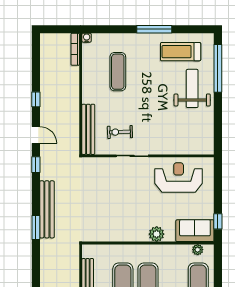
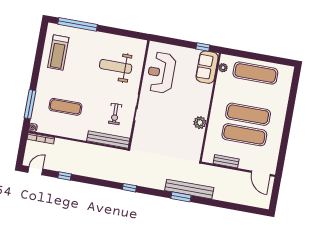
window: (154, 29) -> (30, 104), moved
weight bench: (192, 88) -> (116, 66), moved
window: (36, 99) -> (65, 176), moved
door: (36, 135) -> (35, 171), moved
bench: (47, 209) -> (189, 189), moved
plant: (157, 234) -> (200, 123), moved

